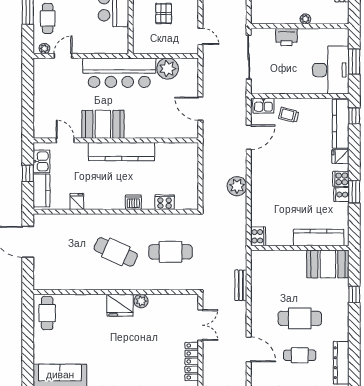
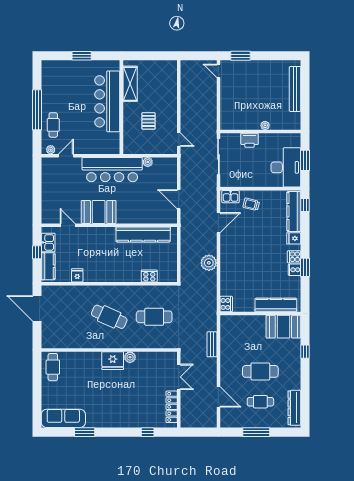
plant: (168, 69) -> (148, 162), width x0.53, depth x0.53
kitchen counter: (121, 152) -> (143, 234), moved
dishwasher: (133, 202) -> (124, 276), removed

